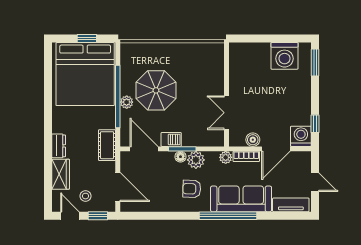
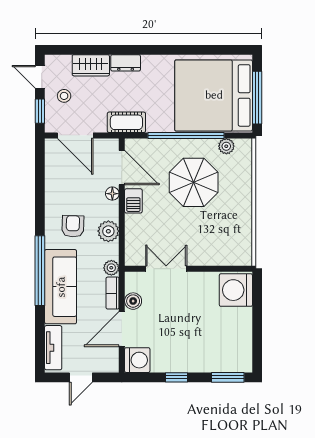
window: (87, 39) -> (257, 98), width x2.17
washing machine: (284, 56) -> (236, 290), moved
plant: (127, 102) -> (226, 146), moved
window: (315, 124) -> (176, 377), moved
door: (144, 149) -> (122, 168), hinge flipped
window: (182, 149) -> (122, 214), removed
door: (276, 149) -> (122, 329), hinge flipped
floor lamp: (180, 157) -> (112, 194), moved
door: (118, 187) -> (75, 135), hinge flipped
door: (70, 216) -> (40, 77), swing flipped

